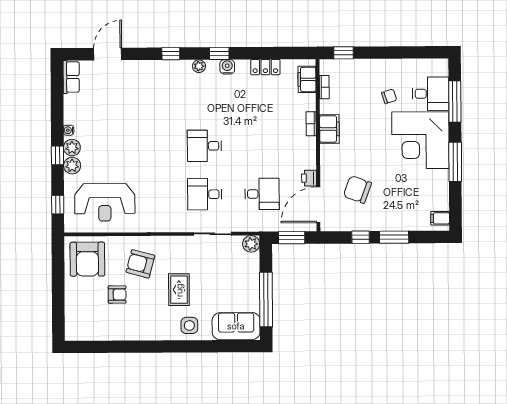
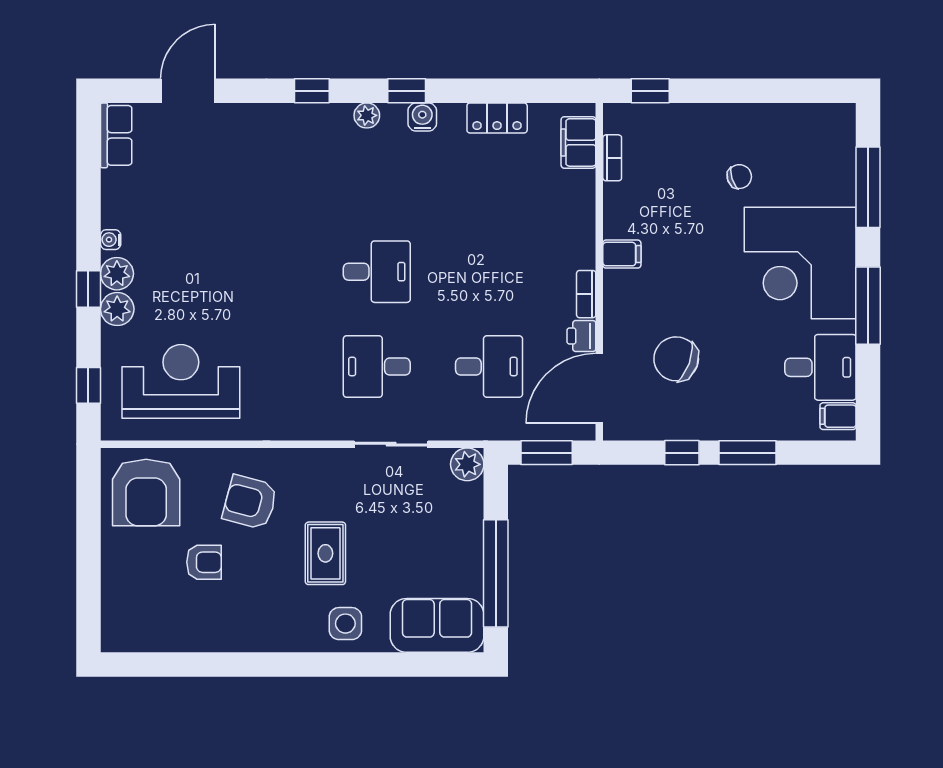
desk: (431, 94) -> (820, 367), moved
bookcase: (311, 124) -> (586, 294), moved
filing cabinet: (329, 129) -> (622, 254), width x0.50
desk: (204, 146) -> (377, 272), turned 180
reception desk: (105, 202) -> (181, 381), turned 180

